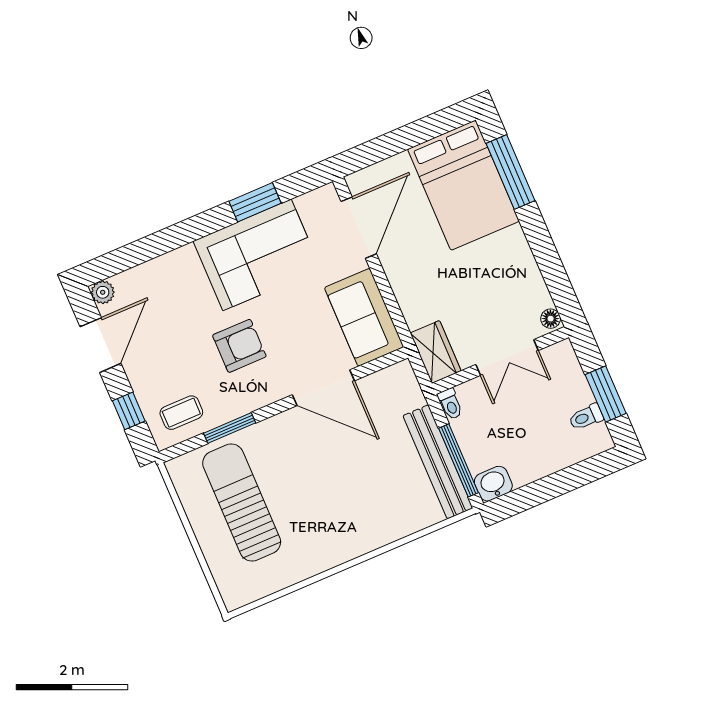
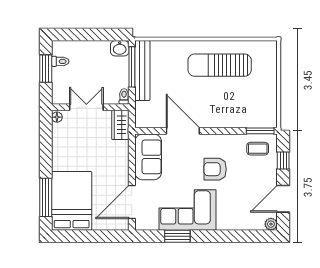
window: (230, 428) -> (260, 131), moved
sun lounger: (242, 502) -> (220, 65), moved, turned 90

